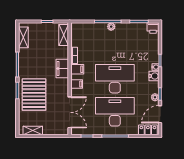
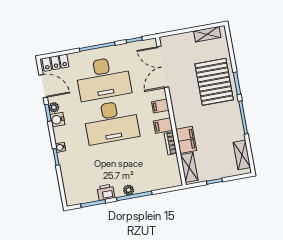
printer: (153, 28) -> (106, 192), moved
filing cabinet: (62, 68) -> (186, 140), moved
water cooler: (154, 76) -> (57, 120), moved
door: (160, 114) -> (43, 86), hinge flipped

